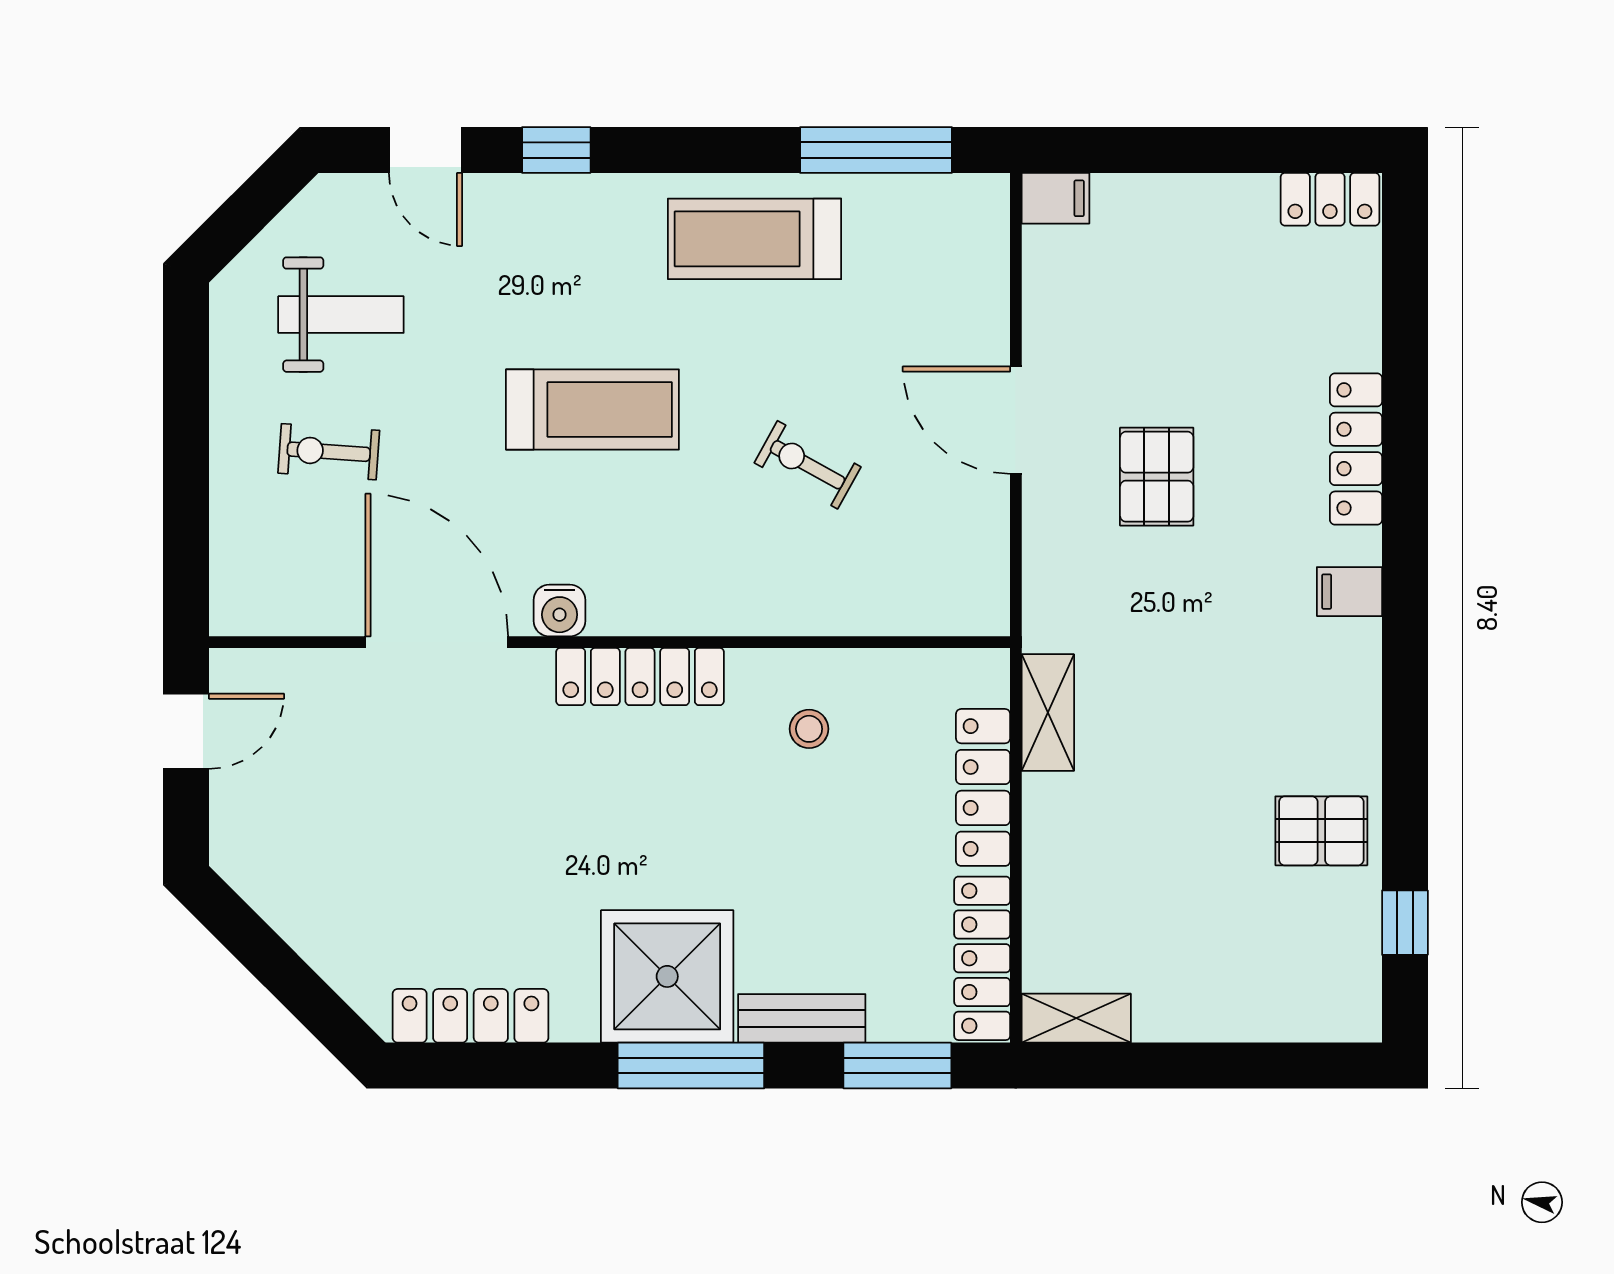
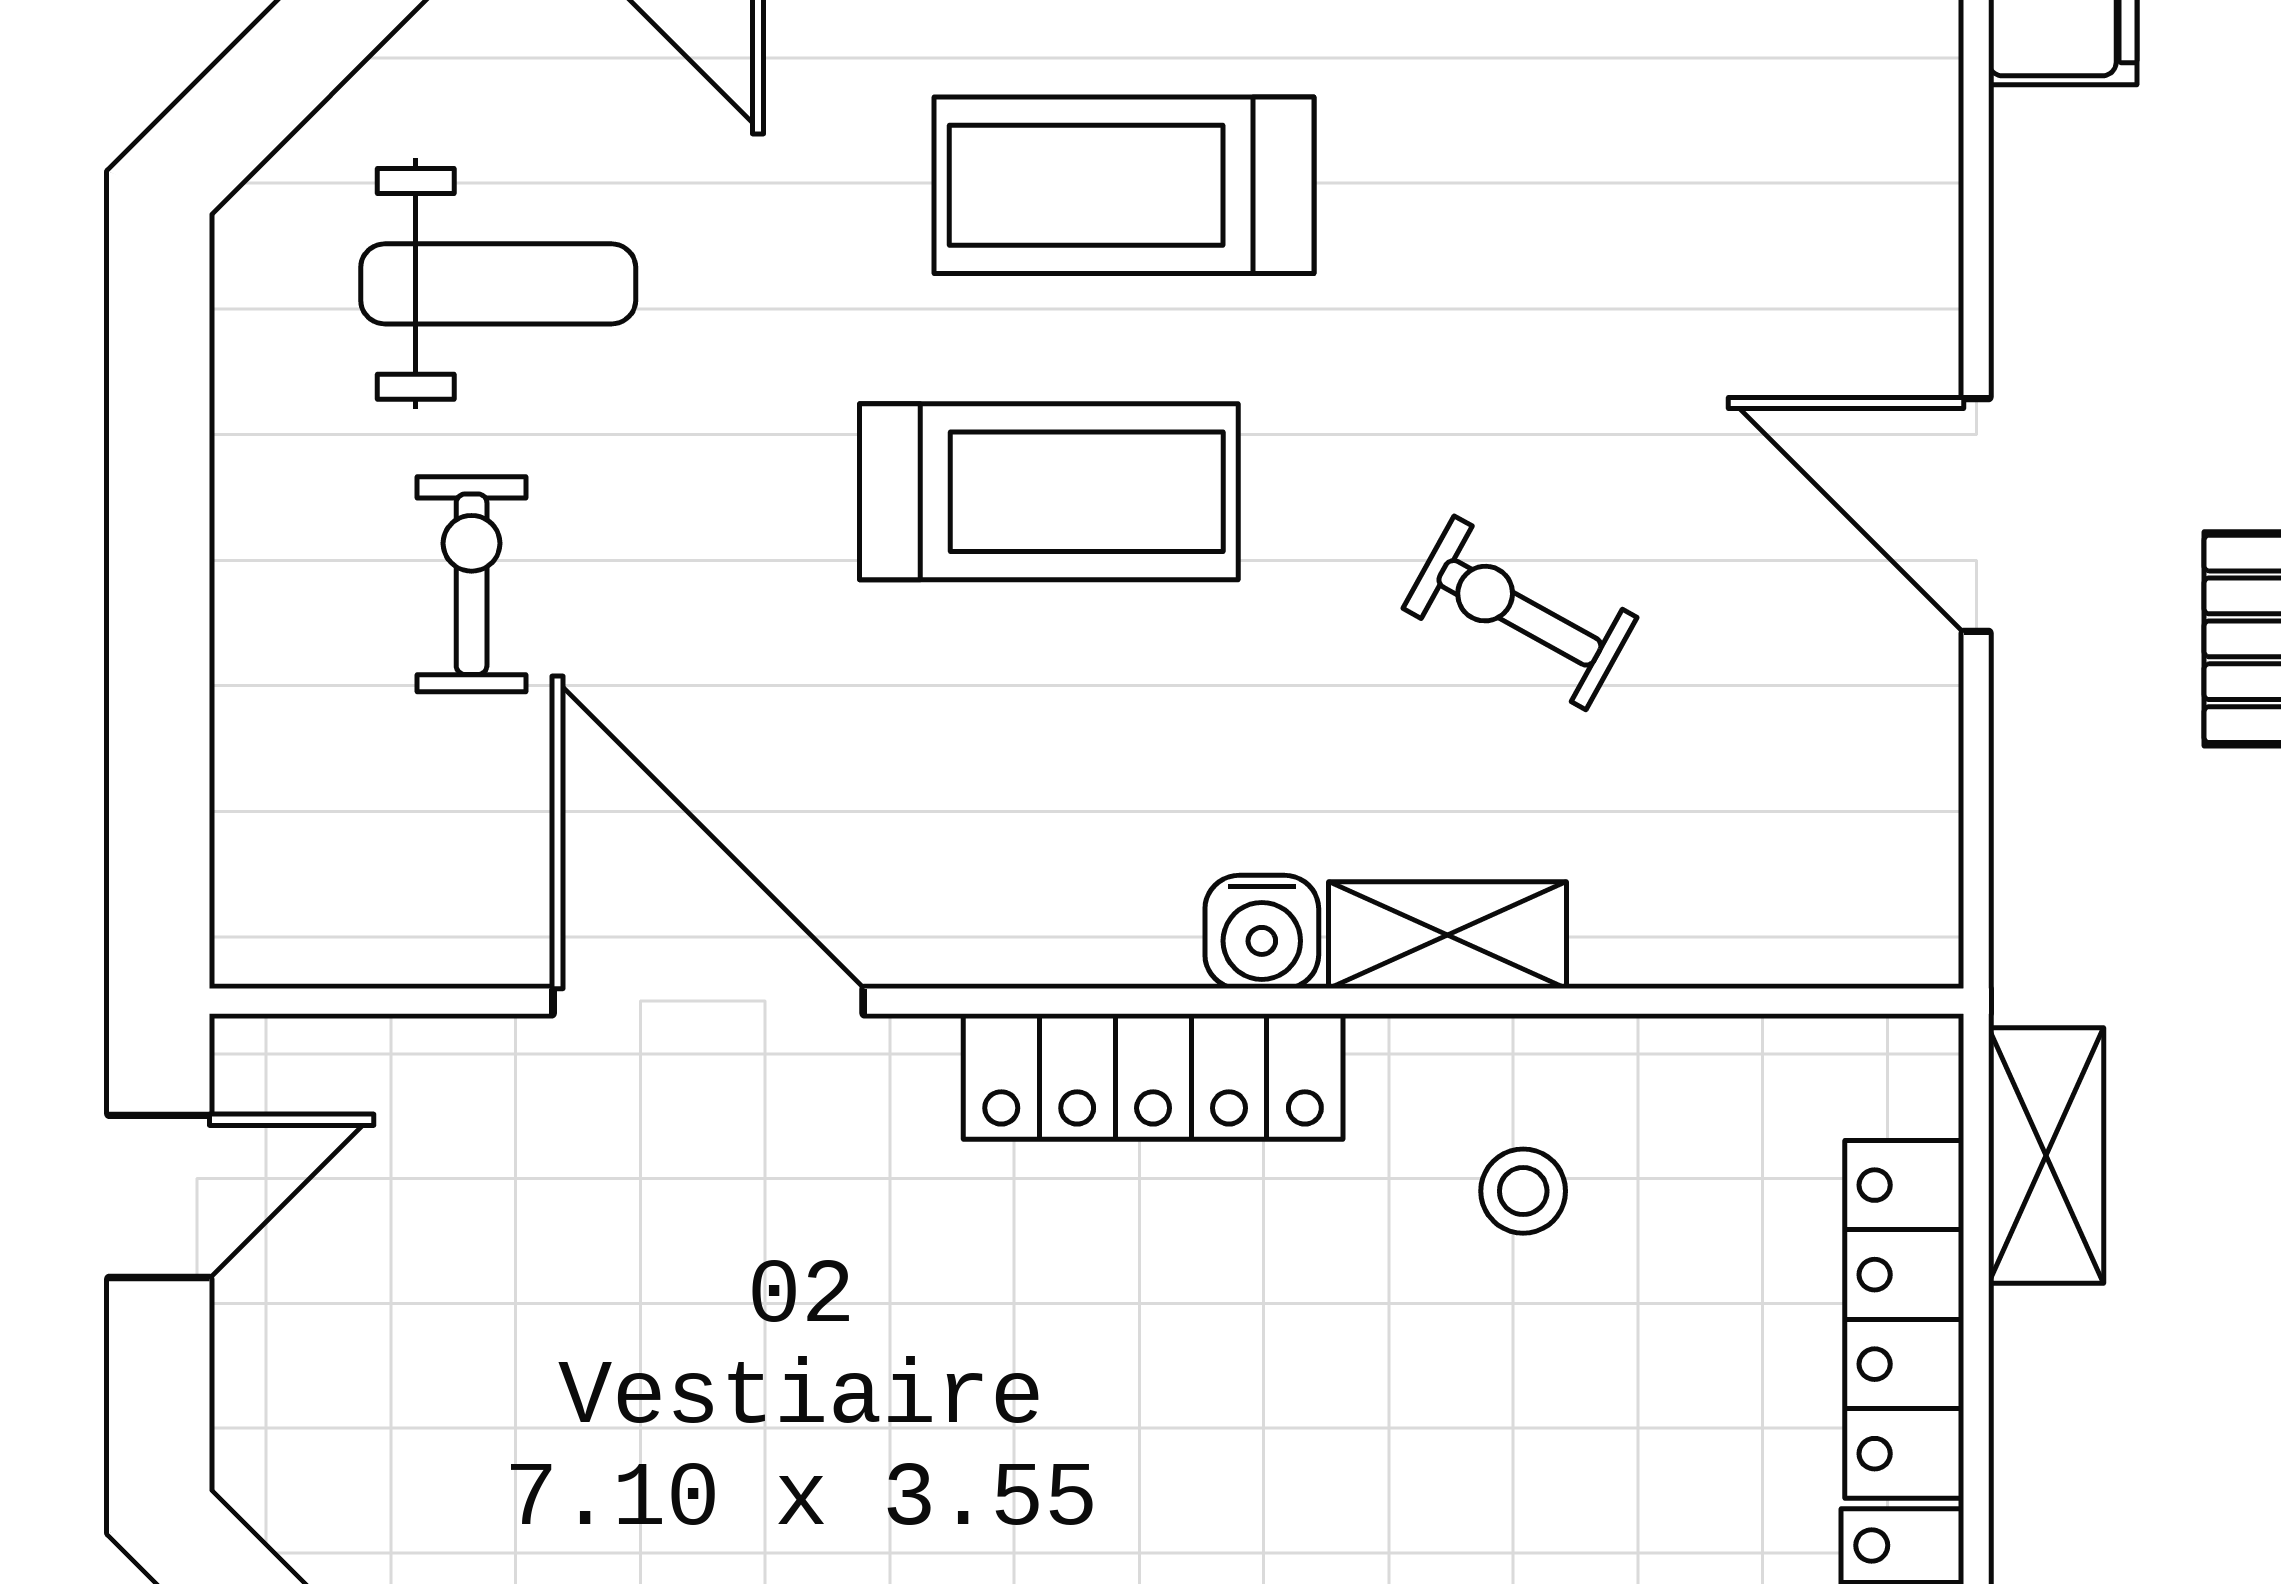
treadmill: (755, 239) -> (1124, 185), moved
exercise bike: (329, 452) -> (472, 584), turned 86
water cooler: (560, 610) -> (1262, 932), moved
shelving: (774, 612) -> (1447, 935), added

